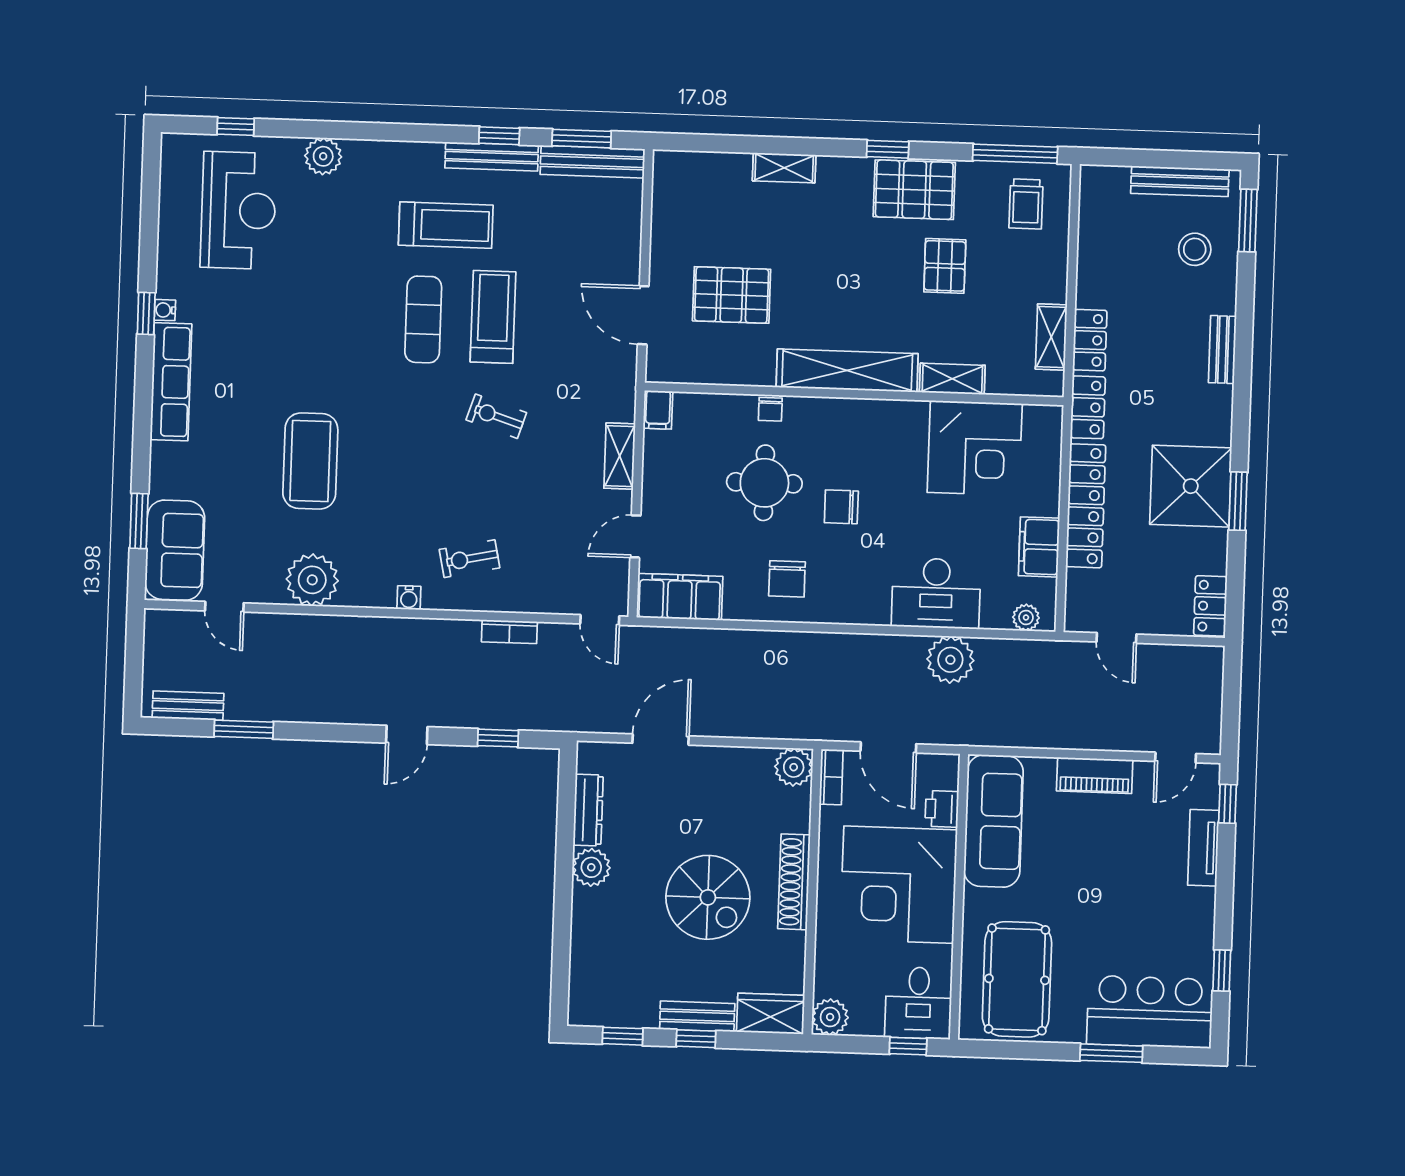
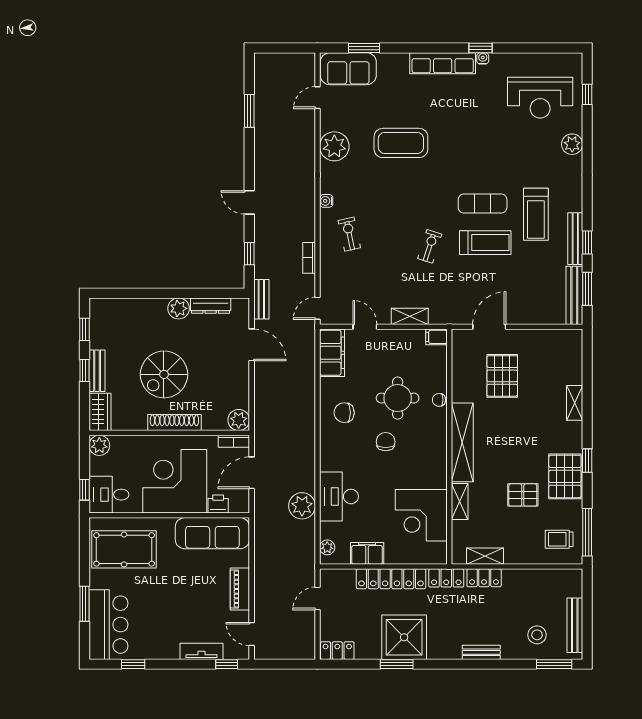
bench: (188, 706) -> (261, 299), moved

